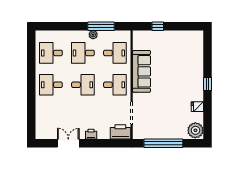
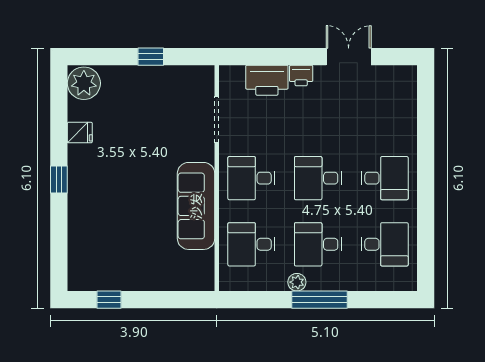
window: (101, 26) -> (319, 300), moved
window: (158, 26) -> (109, 300), moved
desk: (83, 53) -> (318, 244), turned 180
printer: (120, 132) -> (267, 80), moved
double door: (68, 143) -> (349, 57), swing flipped
window: (163, 143) -> (151, 57), width x0.32

